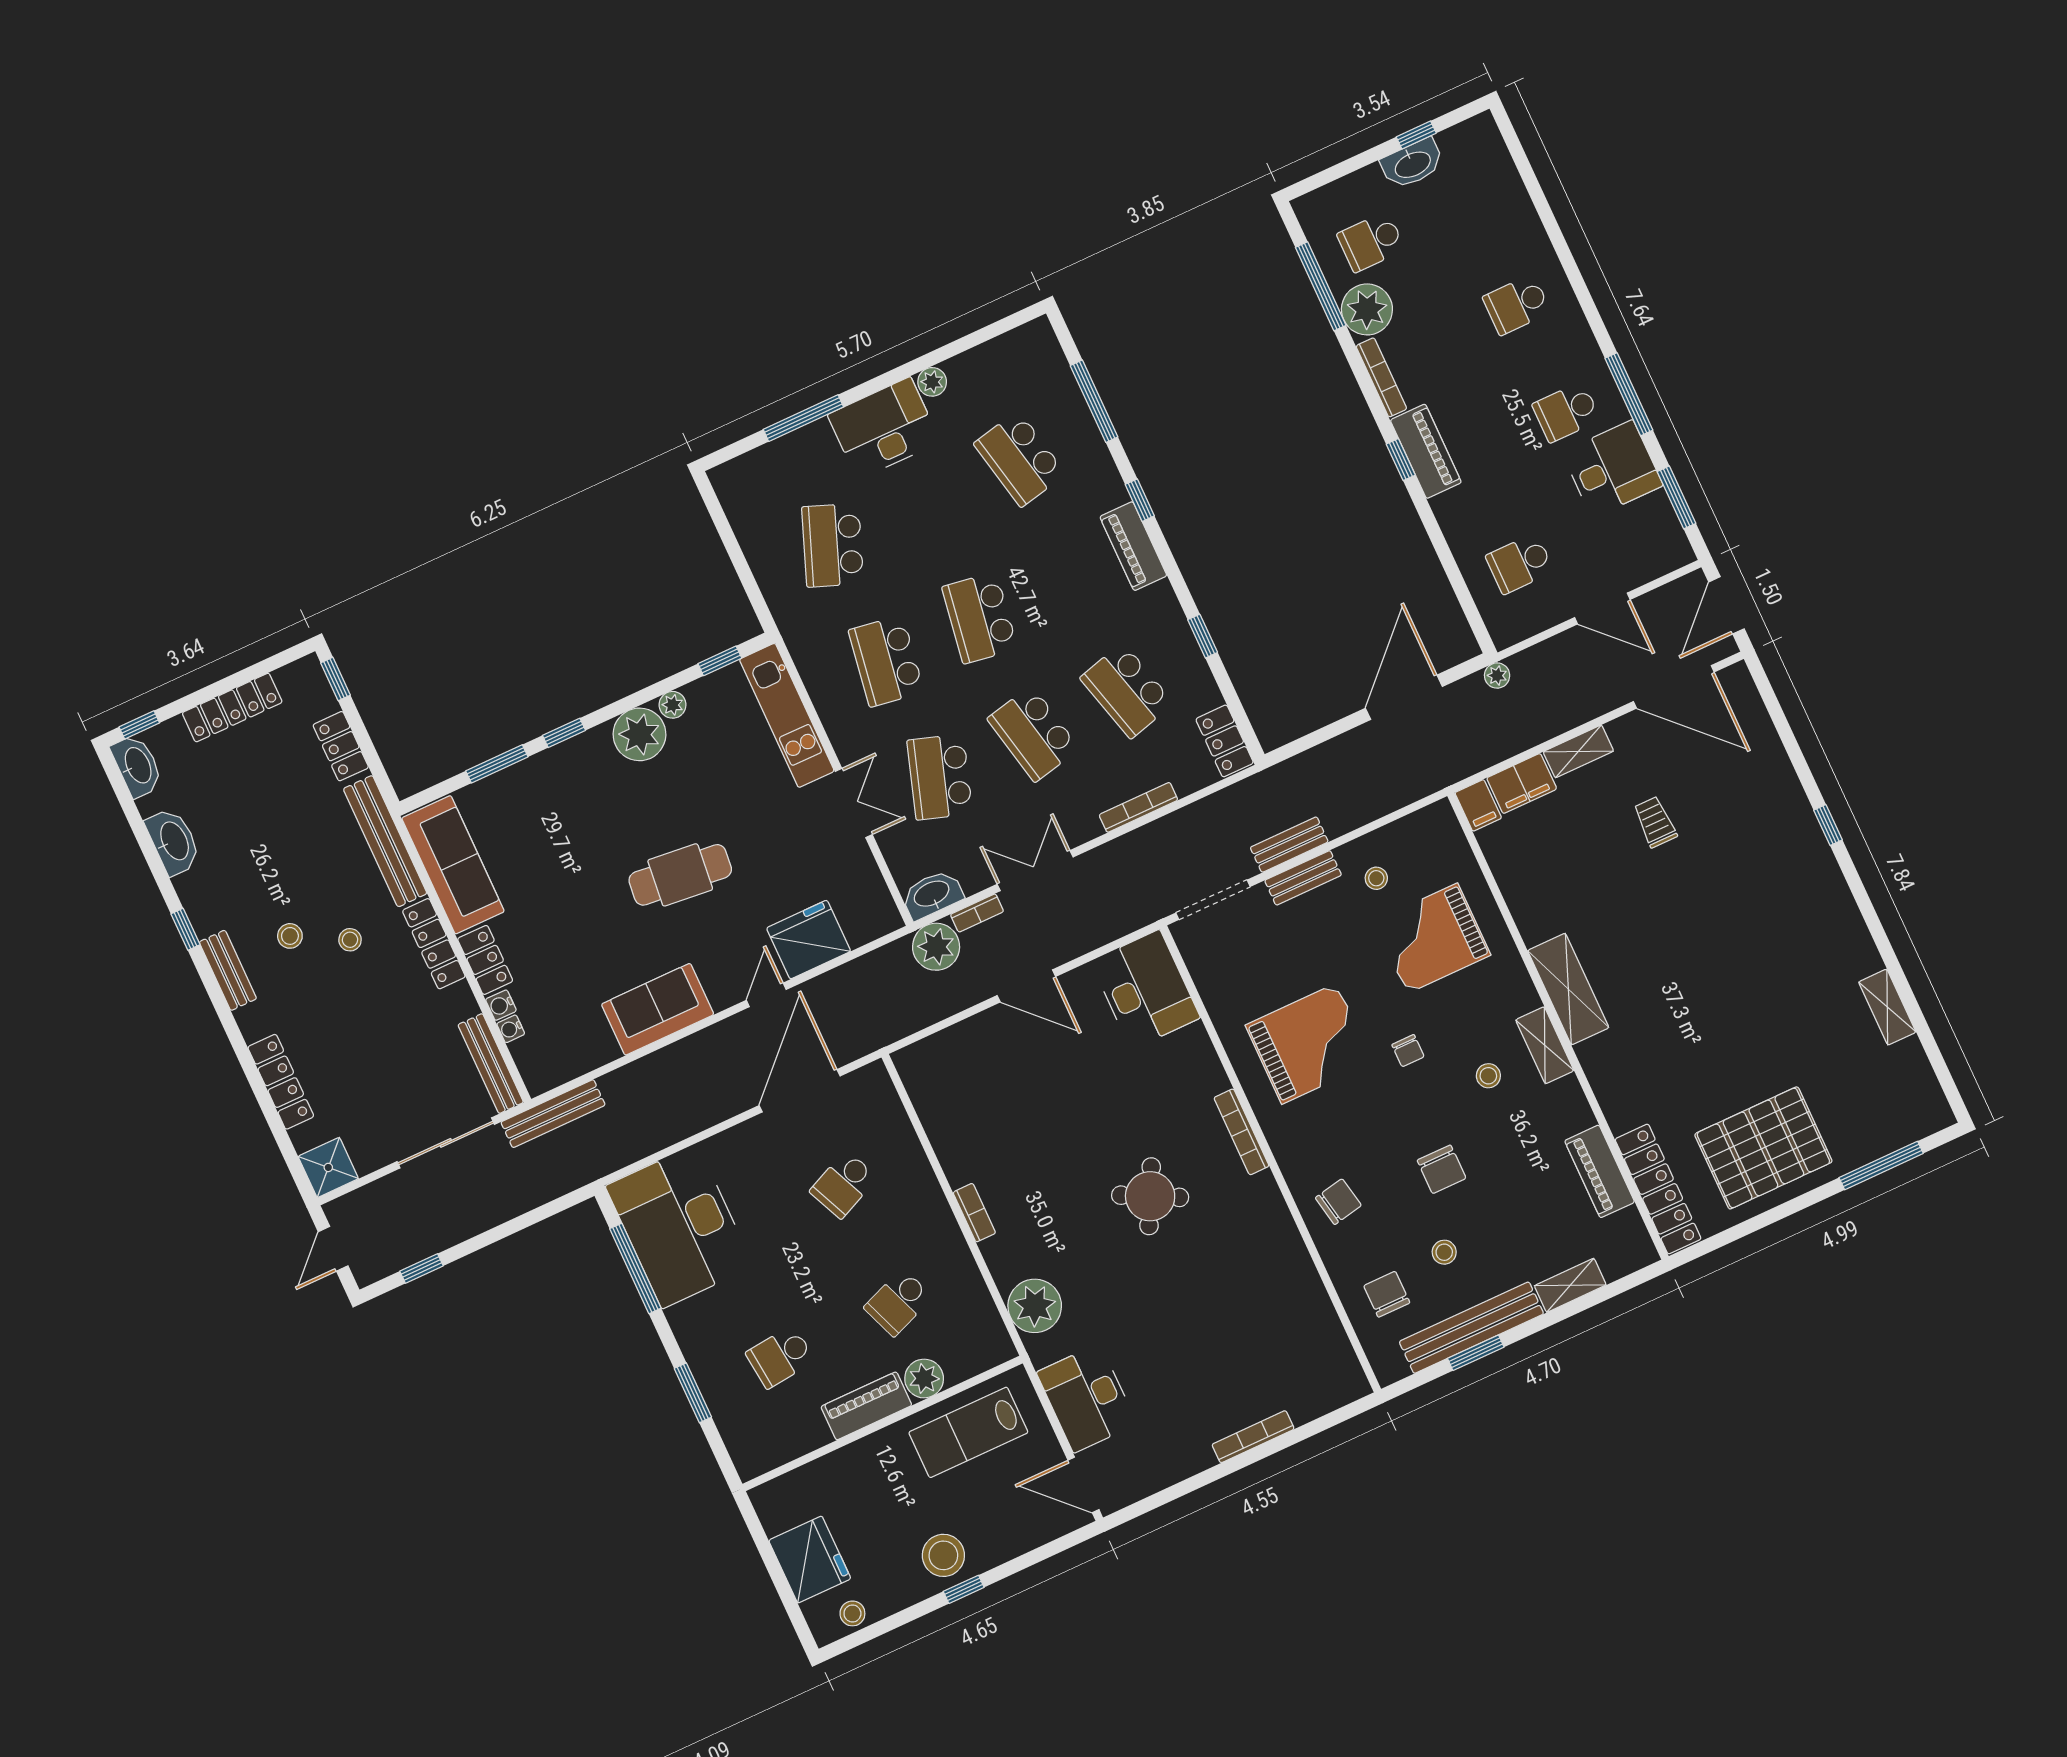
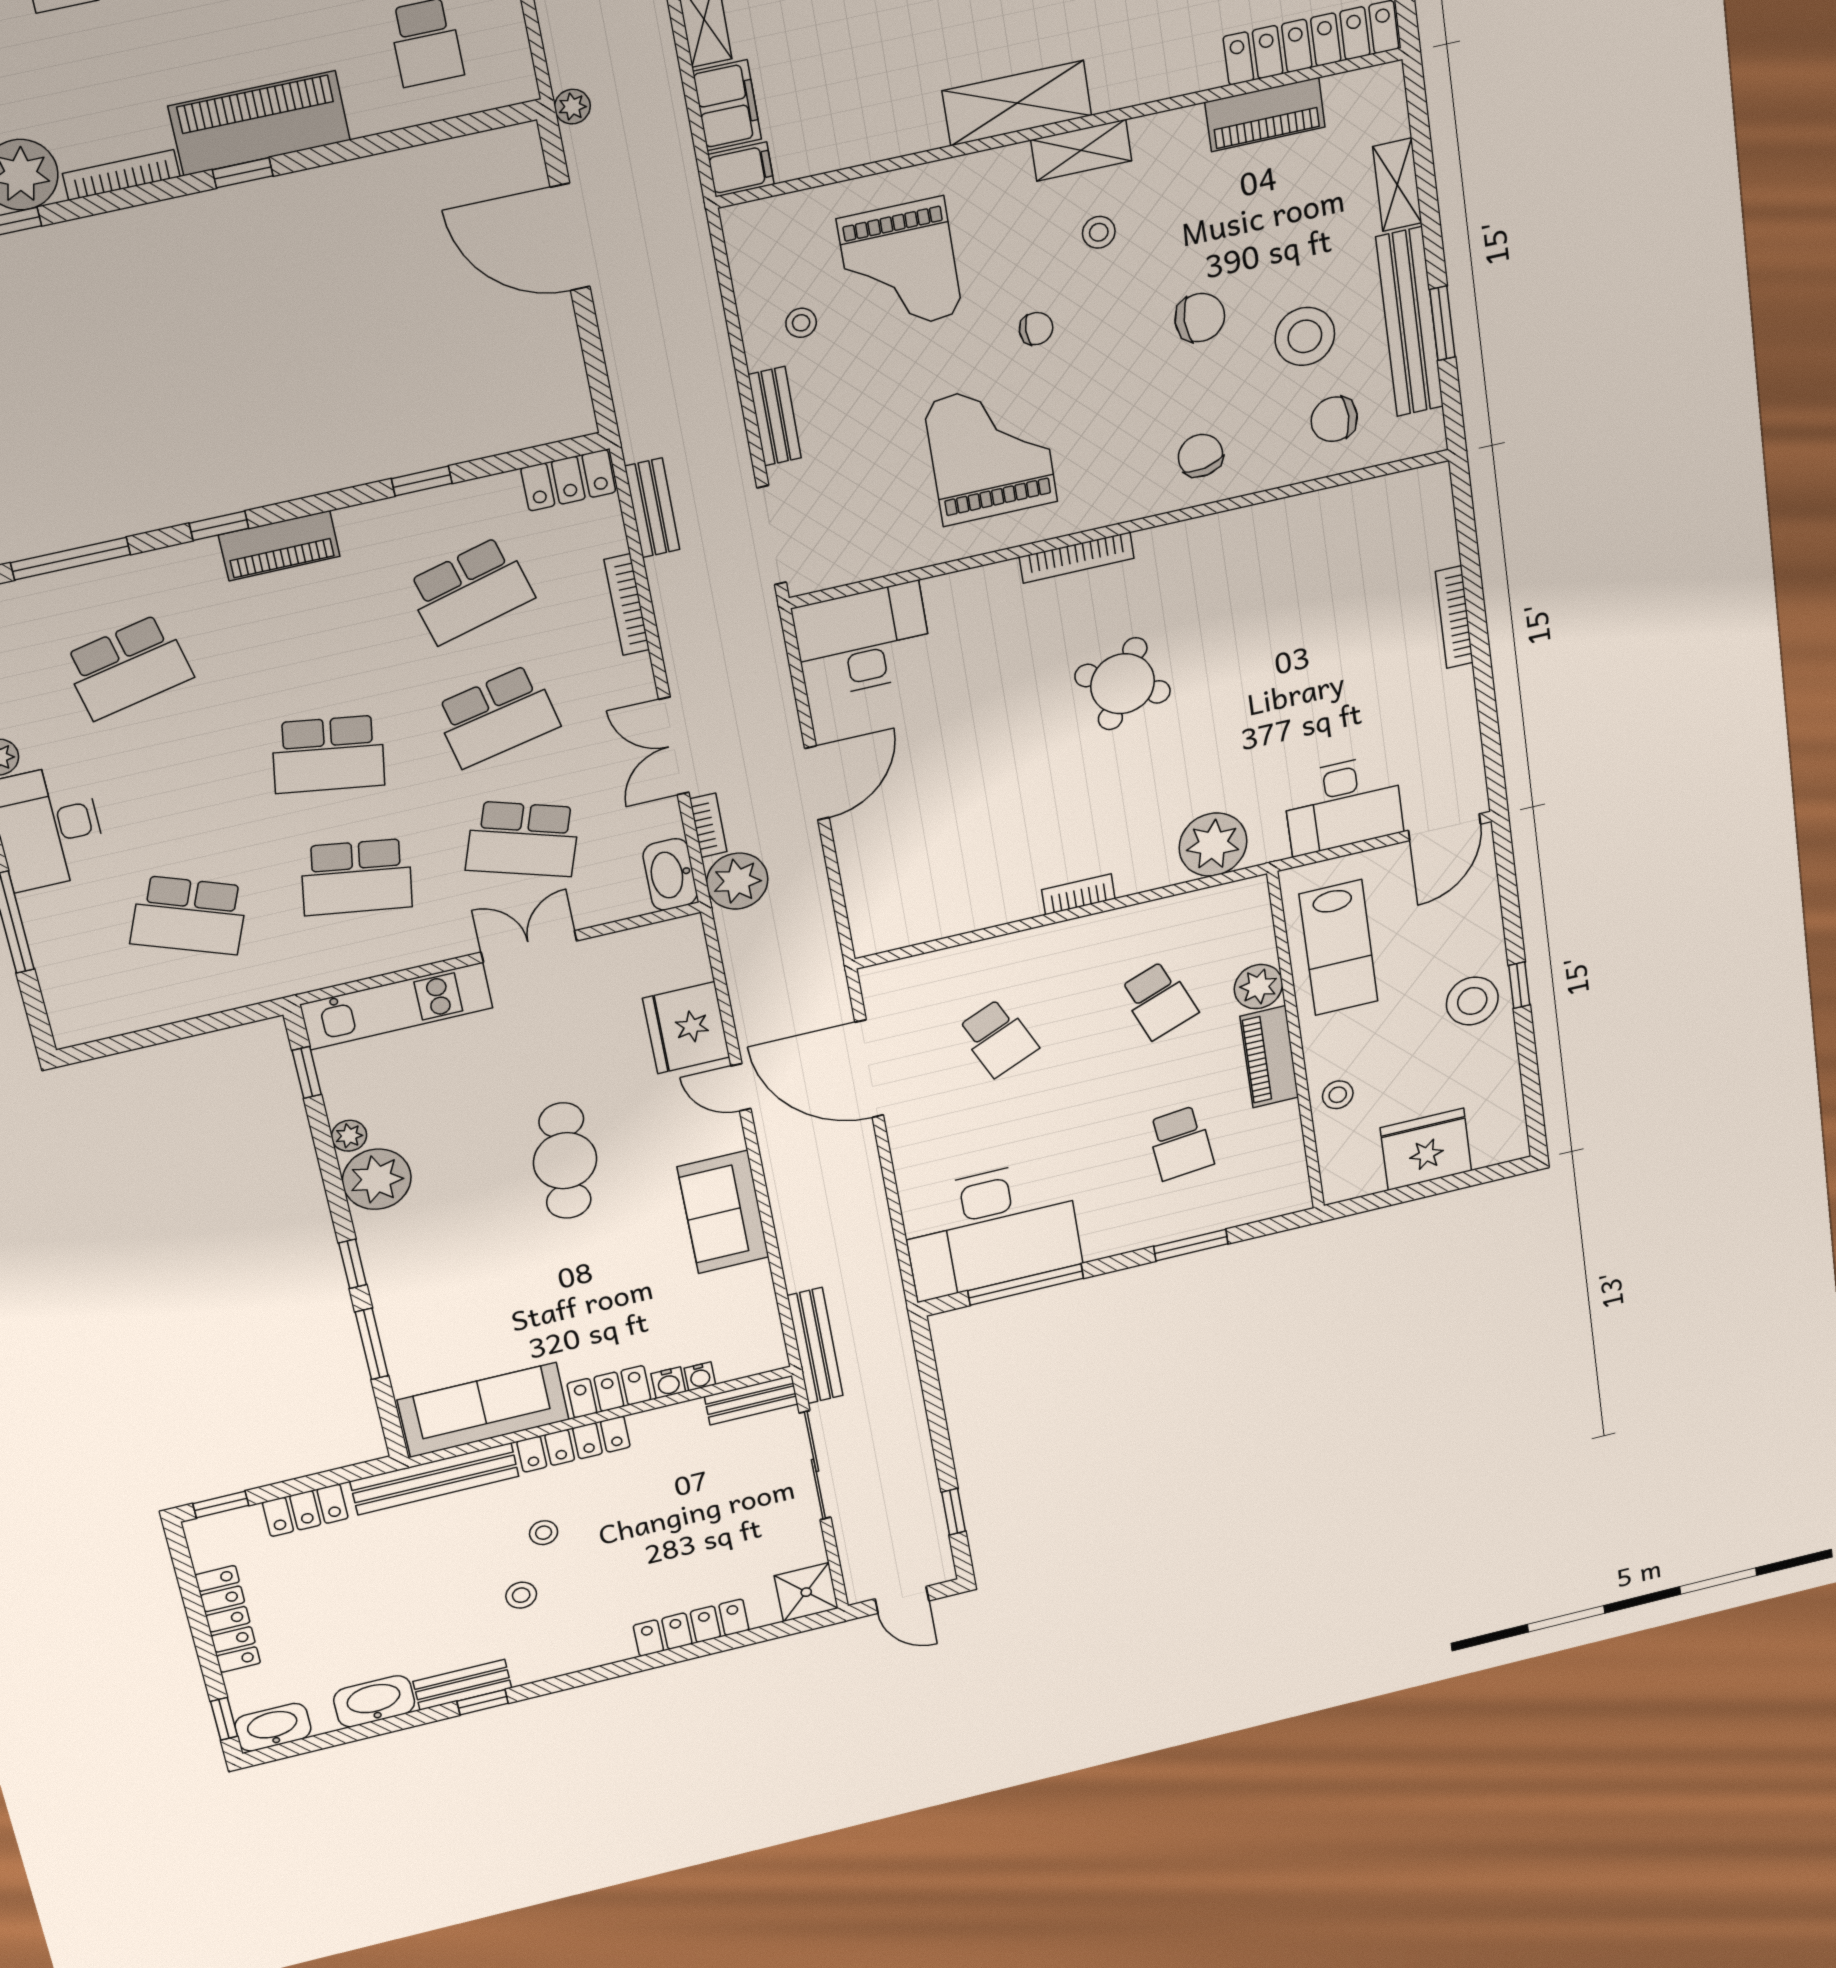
piano: (1426, 451) -> (259, 123), width x1.37, depth x1.33
bench: (1289, 845) -> (652, 508), moved
bench: (228, 970) -> (462, 1685), moved
bench: (491, 1064) -> (751, 1400), width x0.73
stool: (1444, 1252) -> (1305, 336), width x1.89, depth x1.89
stool: (852, 1613) -> (1338, 1095), moved

